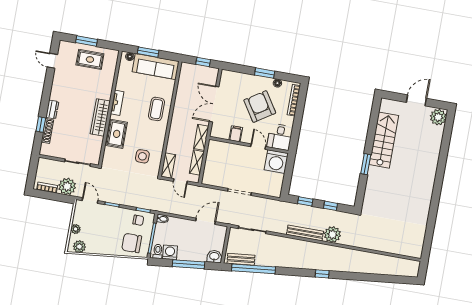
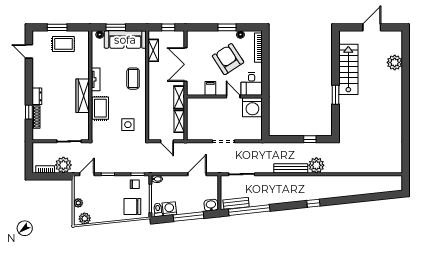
plant: (438, 117) -> (395, 62), moved
shelving: (168, 166) -> (153, 50), moved
door: (90, 201) -> (87, 174), hinge flipped
window: (305, 201) -> (286, 139), removed

